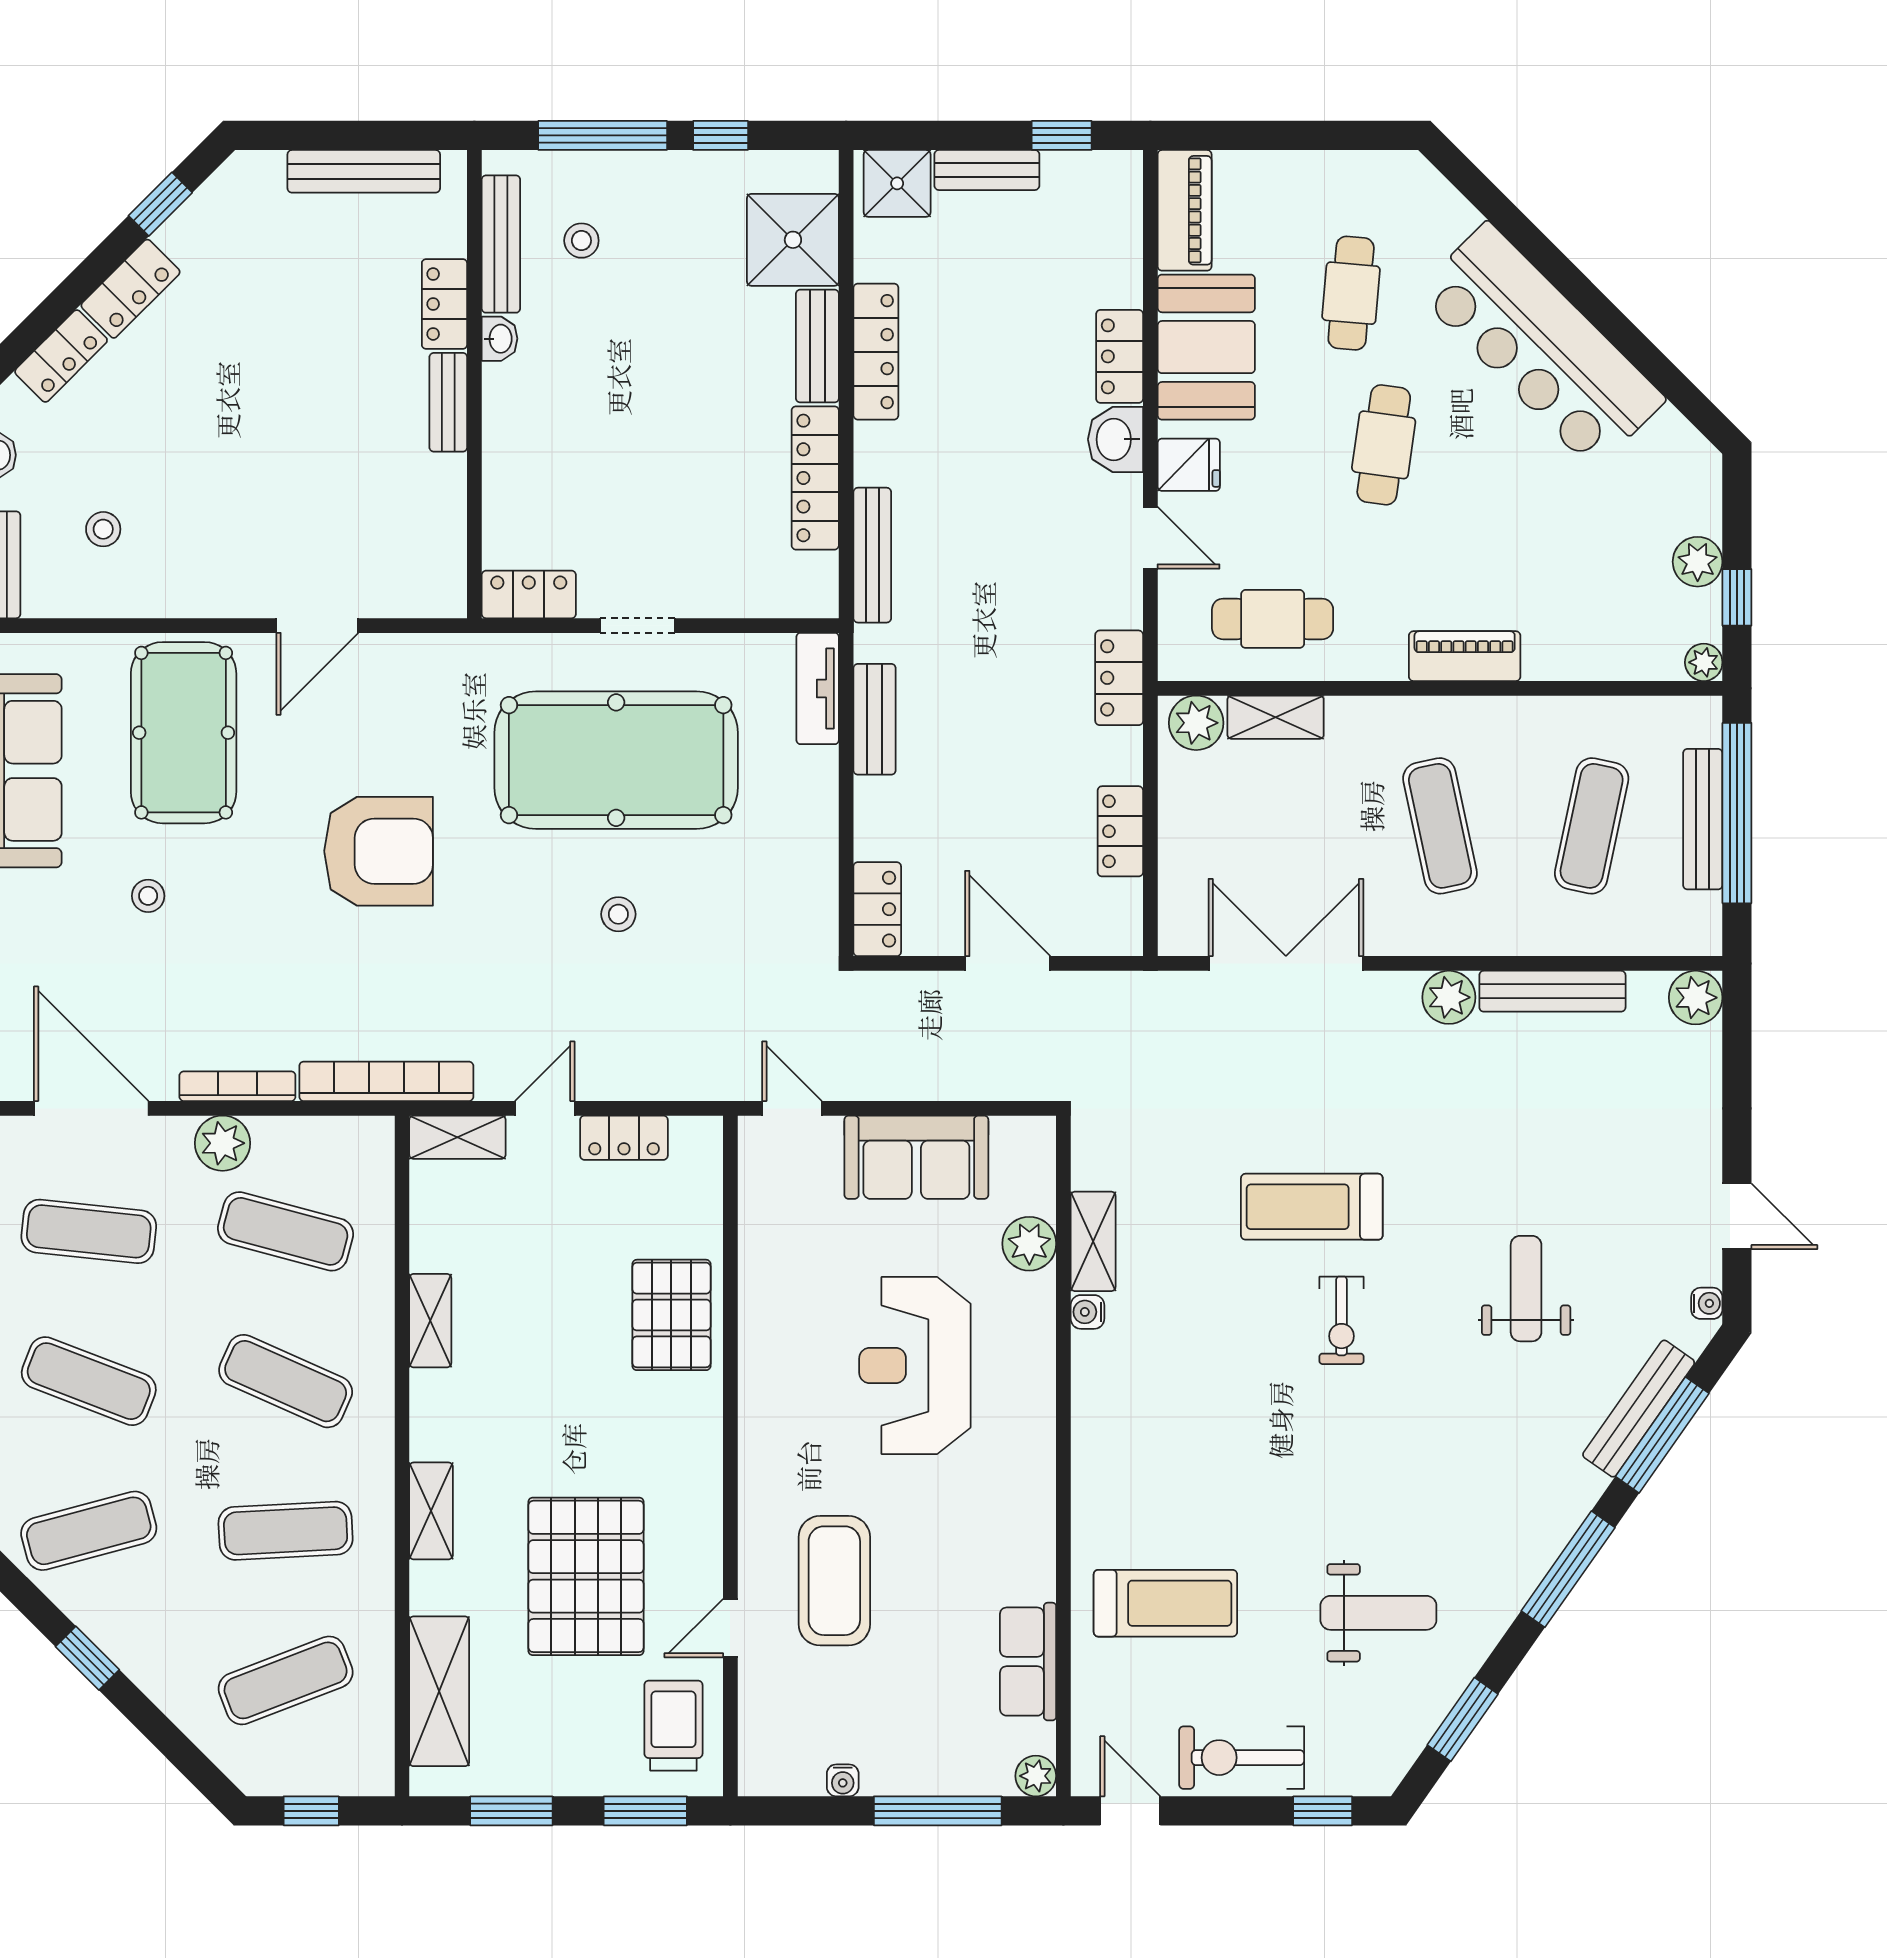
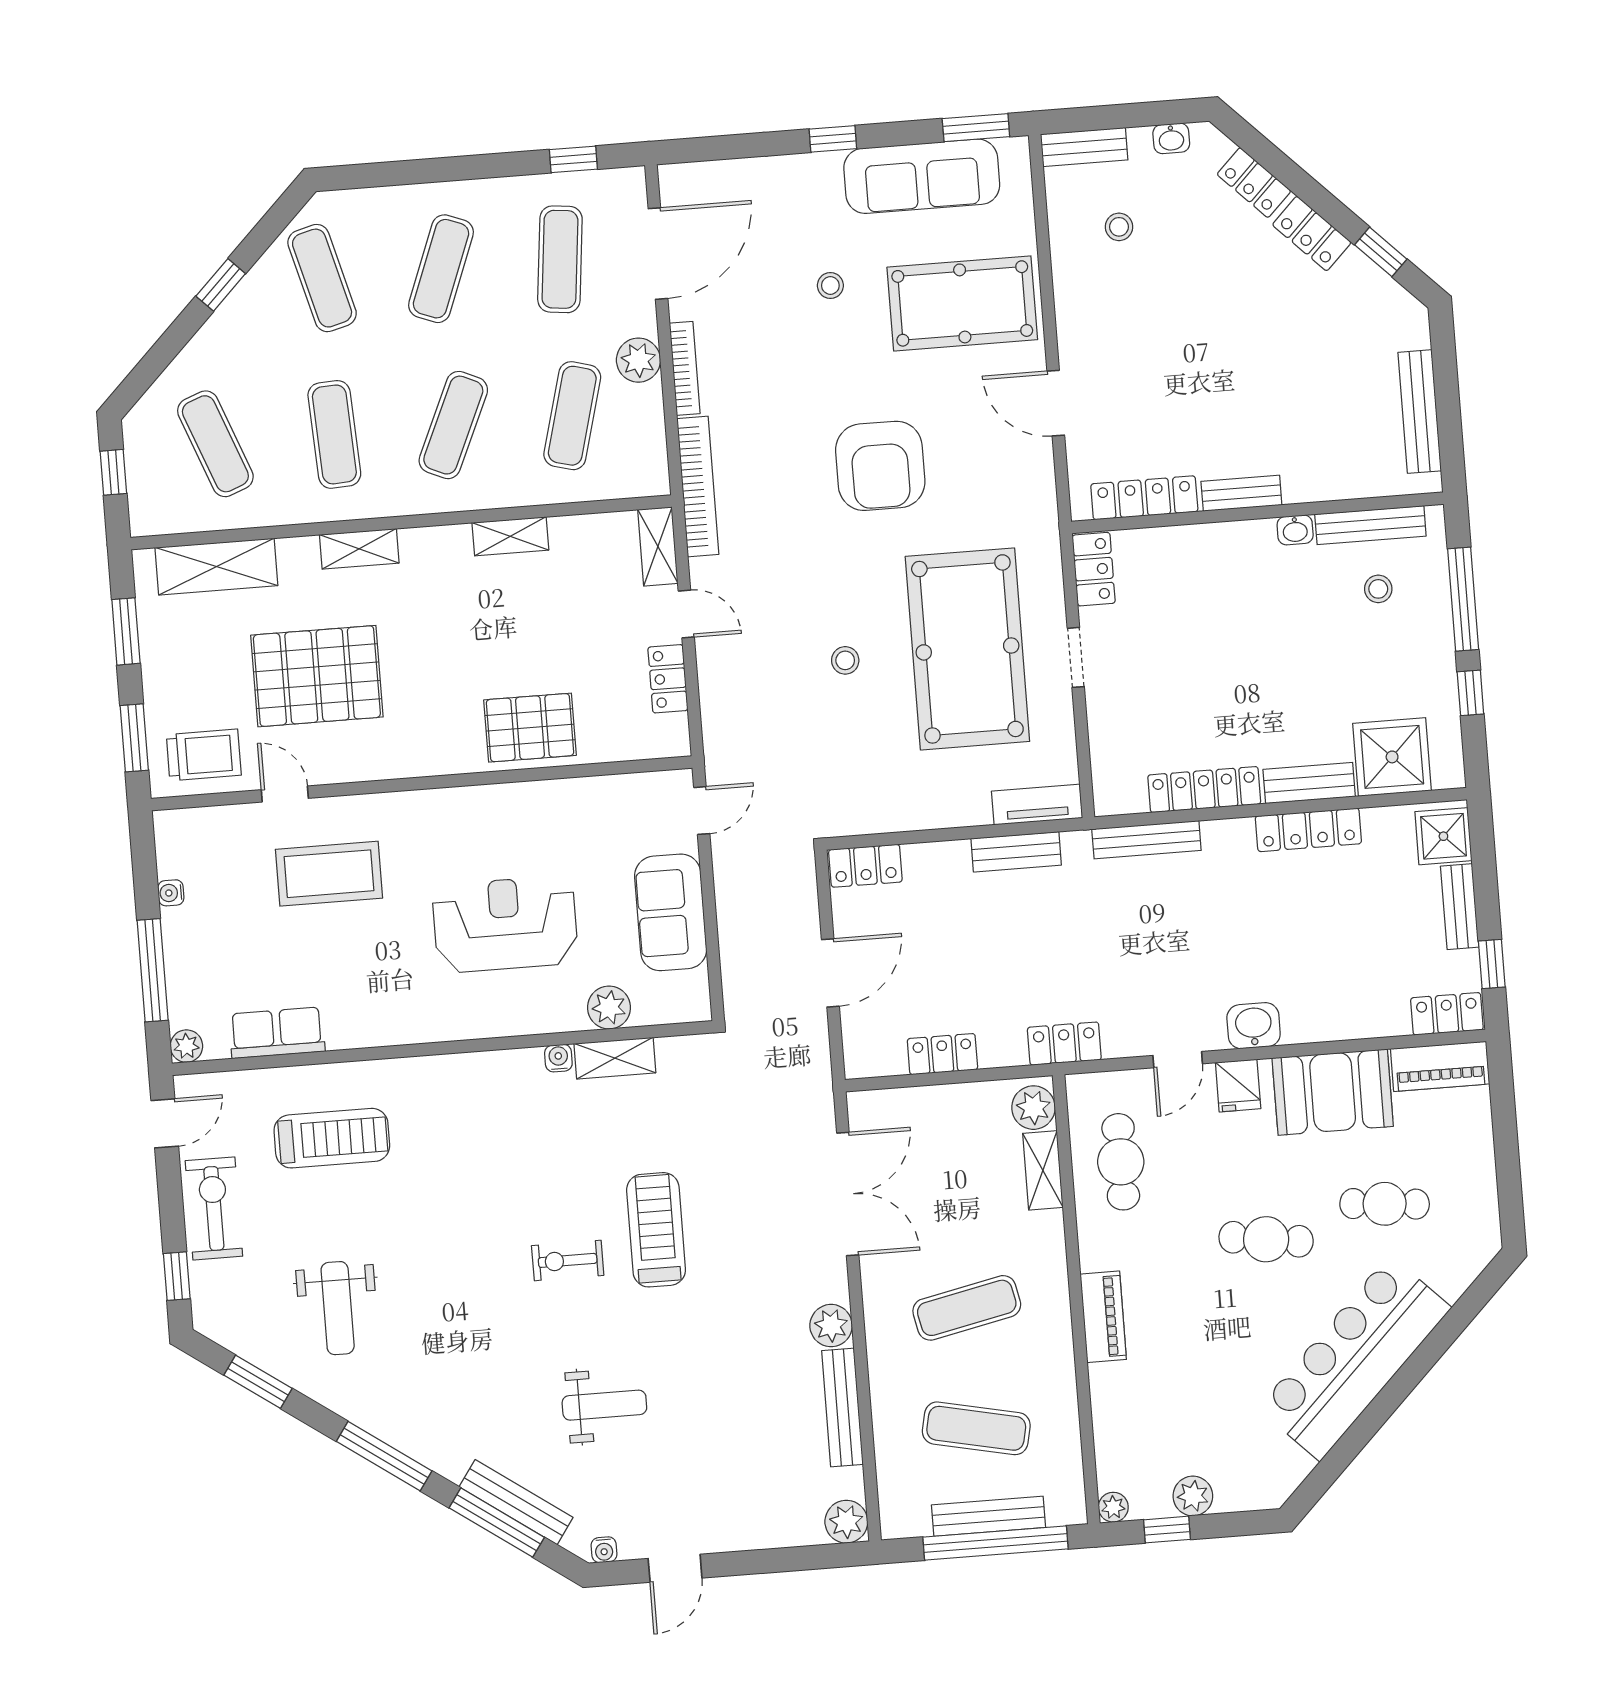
locker: (444, 304) -> (1144, 498), moved, width x1.53
locker: (1120, 356) -> (1447, 1014), moved
treadmill: (1165, 1603) -> (332, 1138), turned -90

